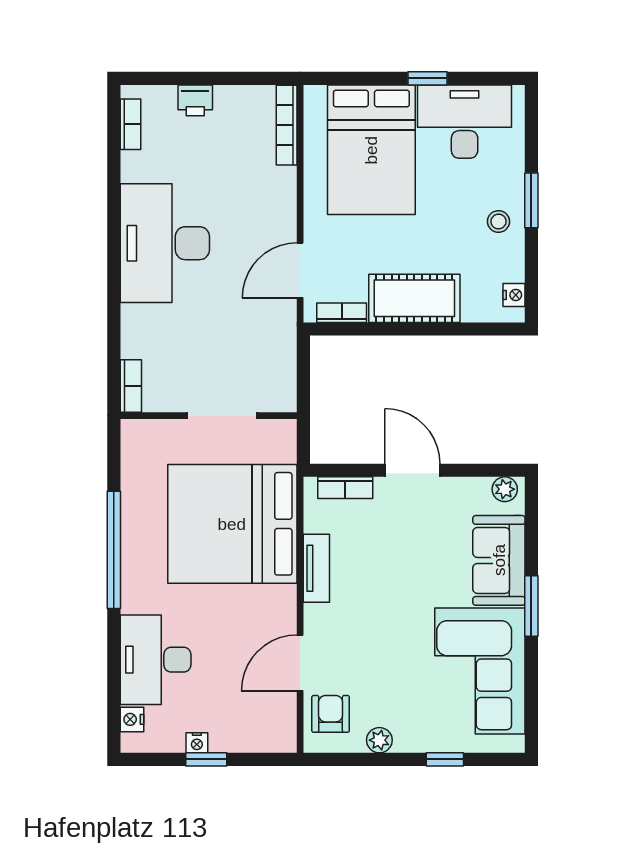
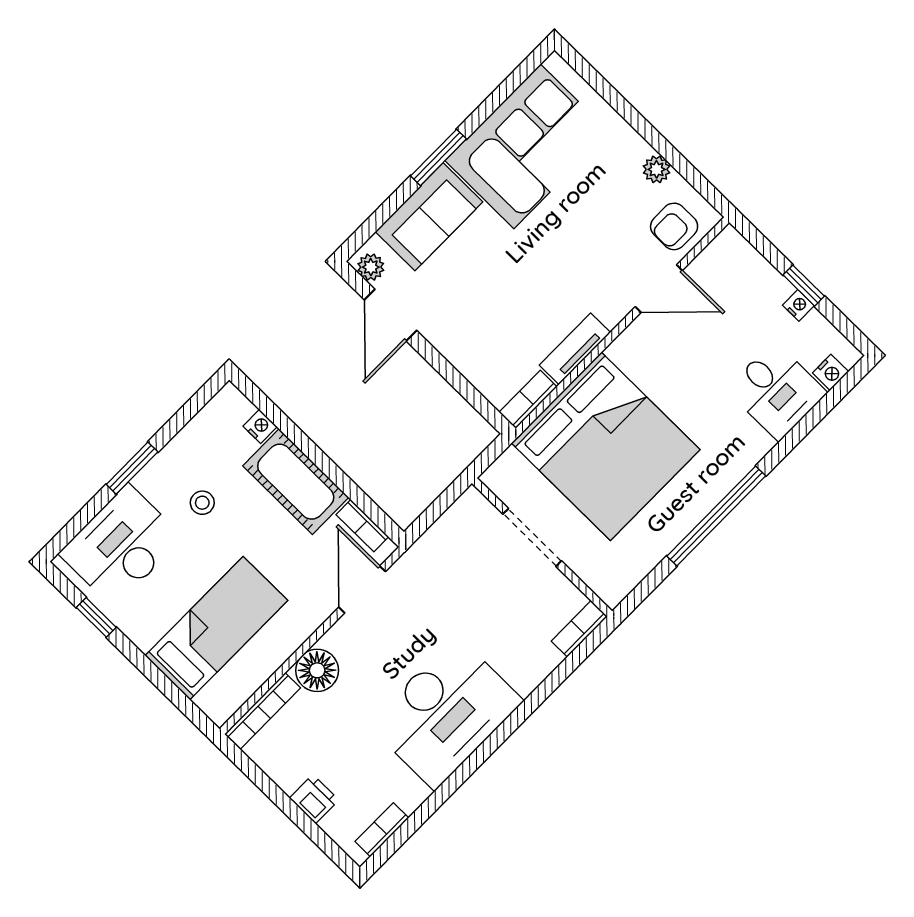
window: (427, 78) -> (96, 617), moved
desk: (465, 122) -> (121, 546), moved, turned 90
bed: (371, 150) -> (216, 628), width x0.67
floor lamp: (277, 187) -> (317, 670), added
stool: (498, 222) -> (202, 503), moved
door: (300, 270) -> (362, 589), swing flipped
nightstand: (514, 295) -> (260, 426), moved, turned 90
door: (413, 470) -> (390, 315), moved
bookcase: (345, 488) -> (528, 400), moved, turned -90
desk: (156, 660) -> (776, 391), width x0.73
window: (445, 759) -> (621, 105), removed

